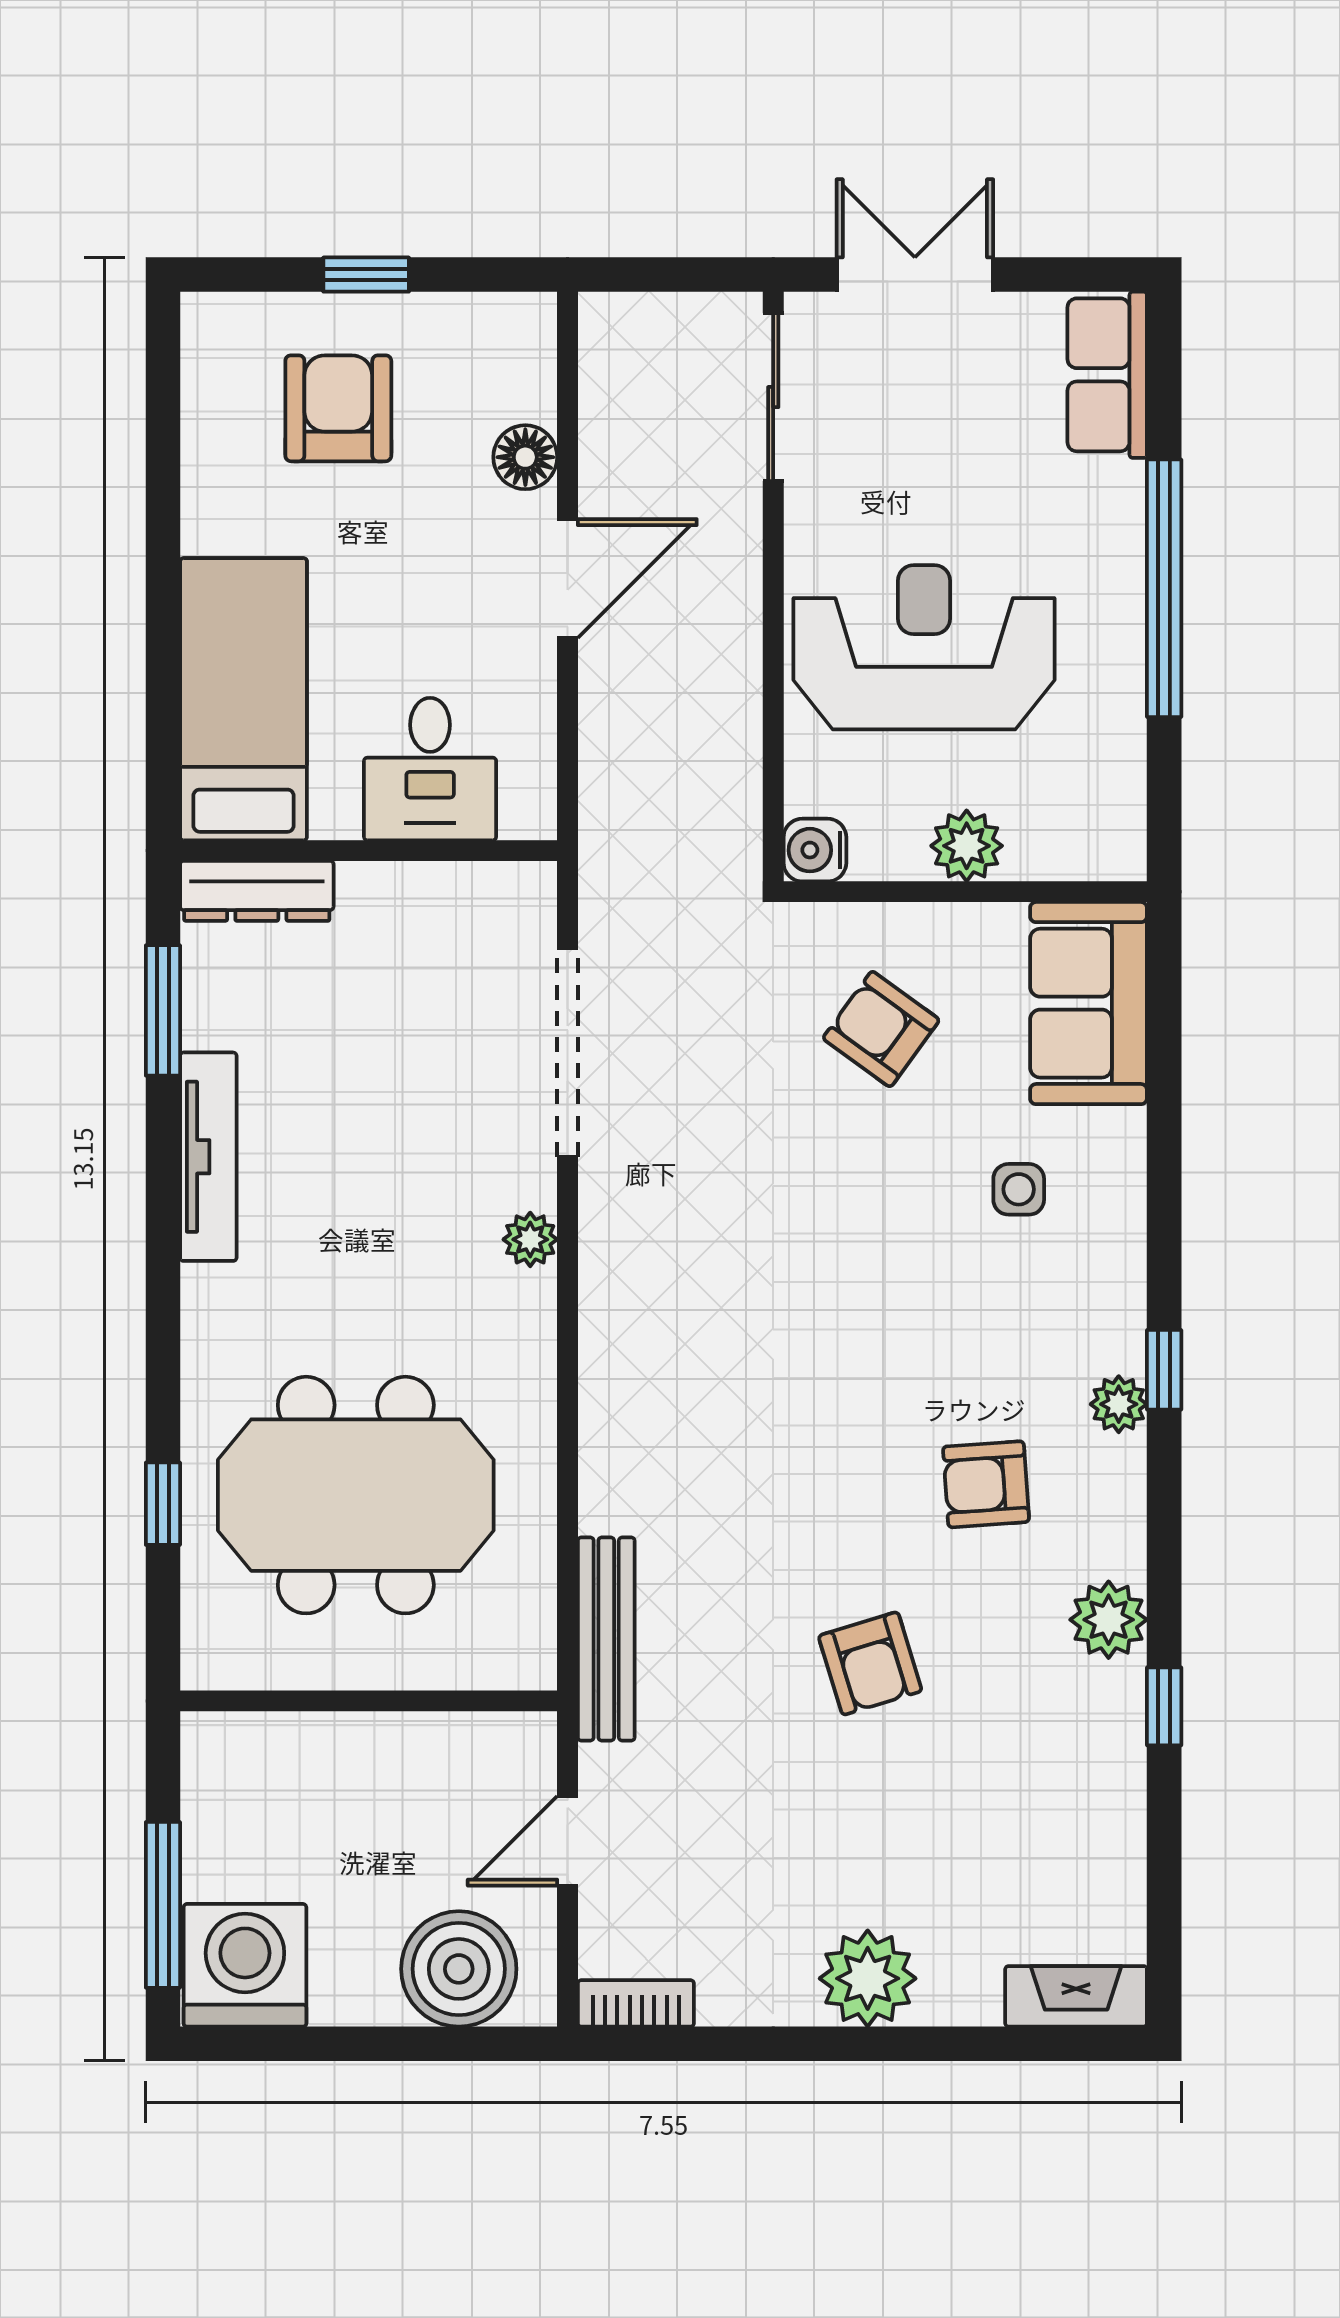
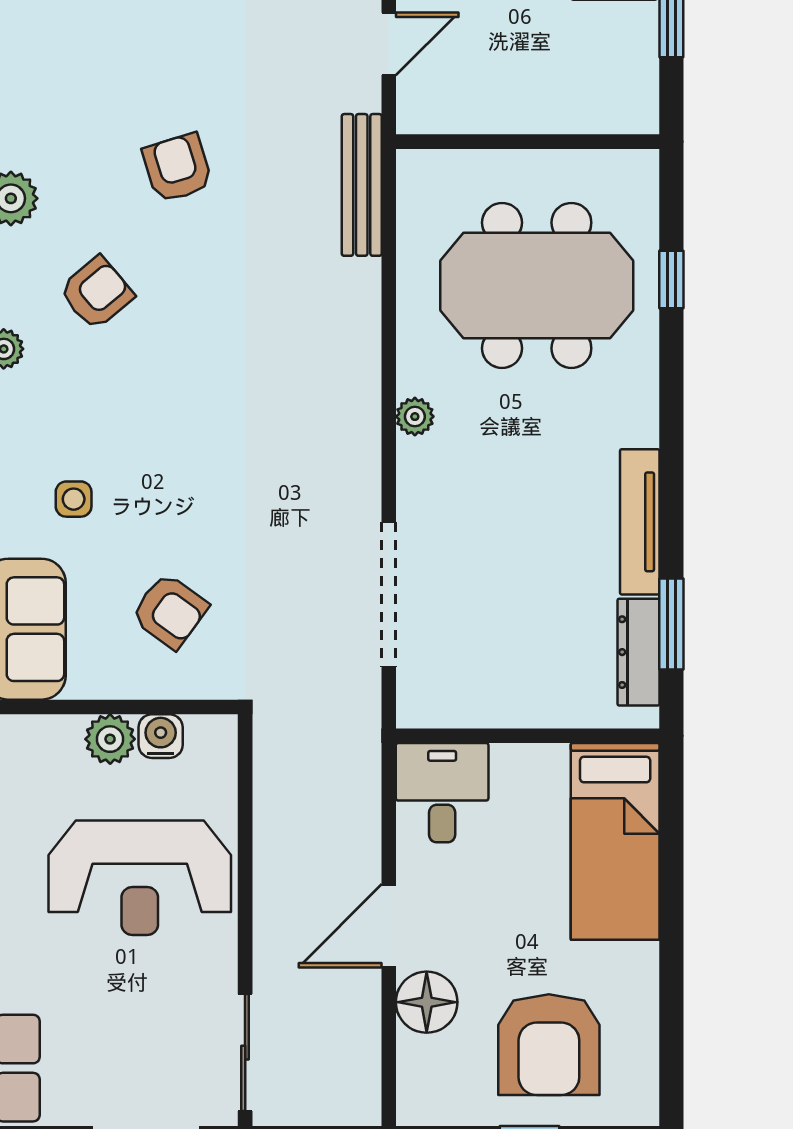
armchair: (338, 408) -> (549, 1045), width x1.36, depth x1.36
floor lamp: (525, 457) -> (427, 1002), width x1.38, depth x1.38
desk: (430, 769) -> (442, 793), moved
water cooler: (815, 850) -> (161, 736), moved, turned -90
dresser: (257, 891) -> (638, 652), moved, turned -90
plant: (530, 1239) -> (415, 417), moved
armchair: (986, 1484) -> (96, 293), turned -36

